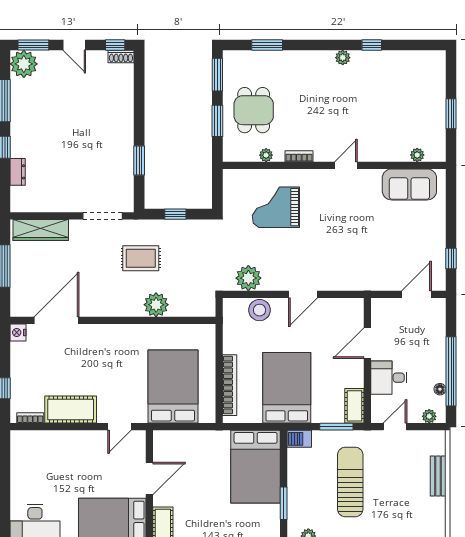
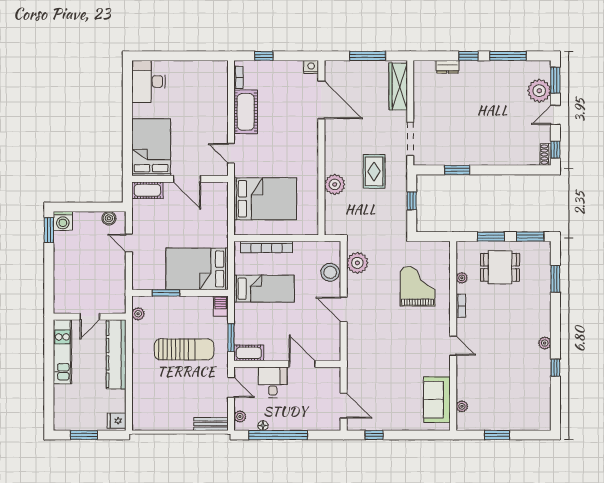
plant: (24, 64) -> (539, 91), moved
bed: (287, 388) -> (264, 289), width x0.67
bench: (438, 476) -> (211, 424), moved

